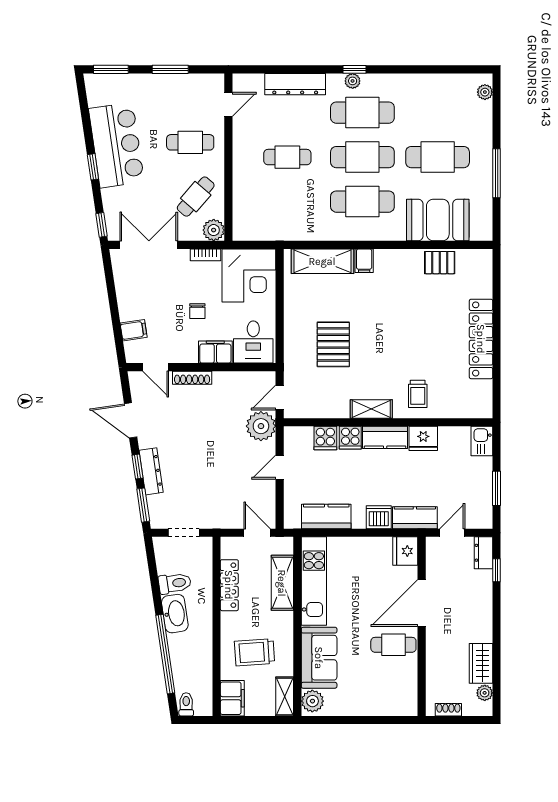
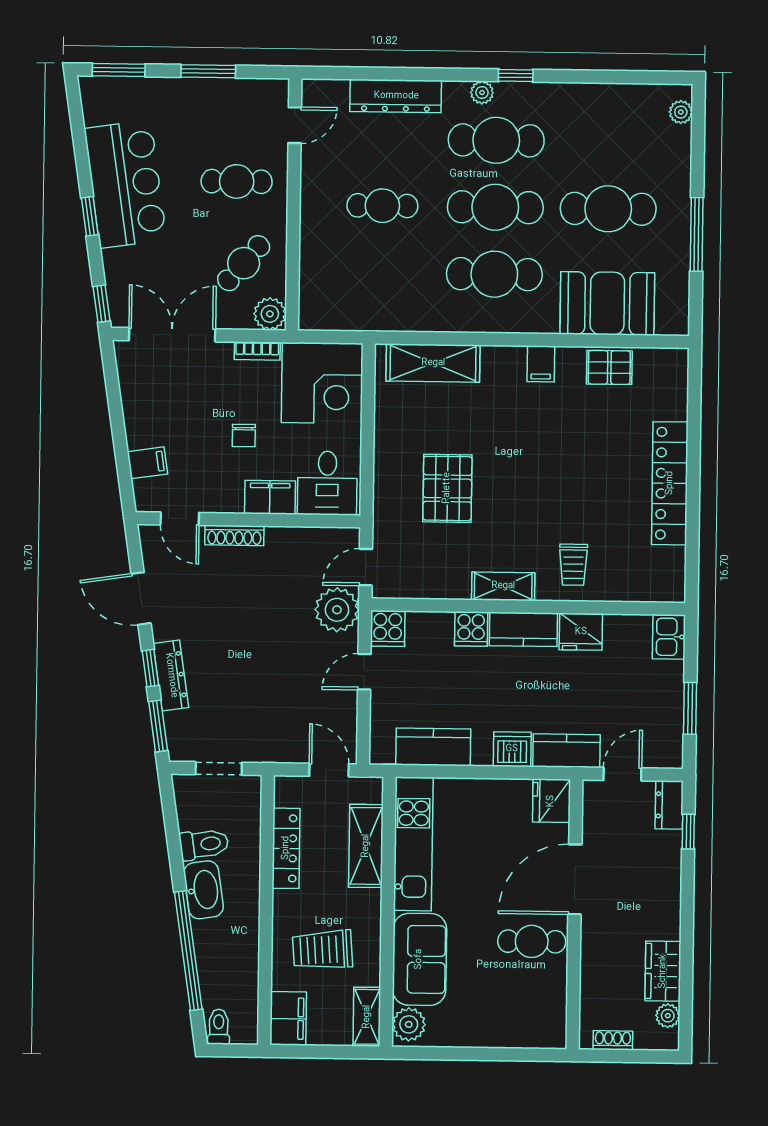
window: (355, 69) -> (516, 76), moved
filing cabinet: (364, 261) -> (541, 364), moved
cooker: (325, 438) -> (388, 628), moved

